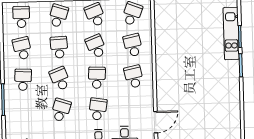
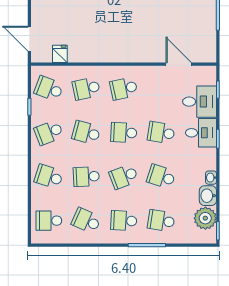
fridge: (161, 22) -> (60, 54), added
school desk: (96, 46) -> (86, 133), turned 36
school desk: (22, 48) -> (86, 221), turned 36
school desk: (24, 111) -> (161, 221), added

